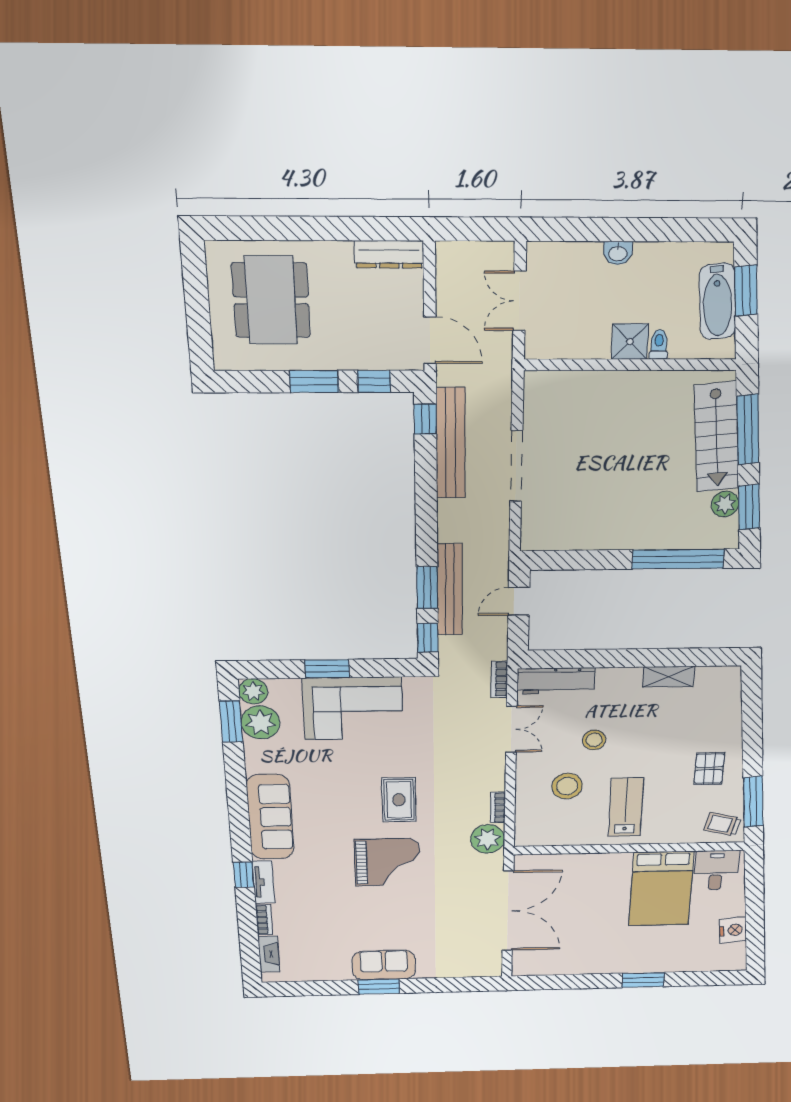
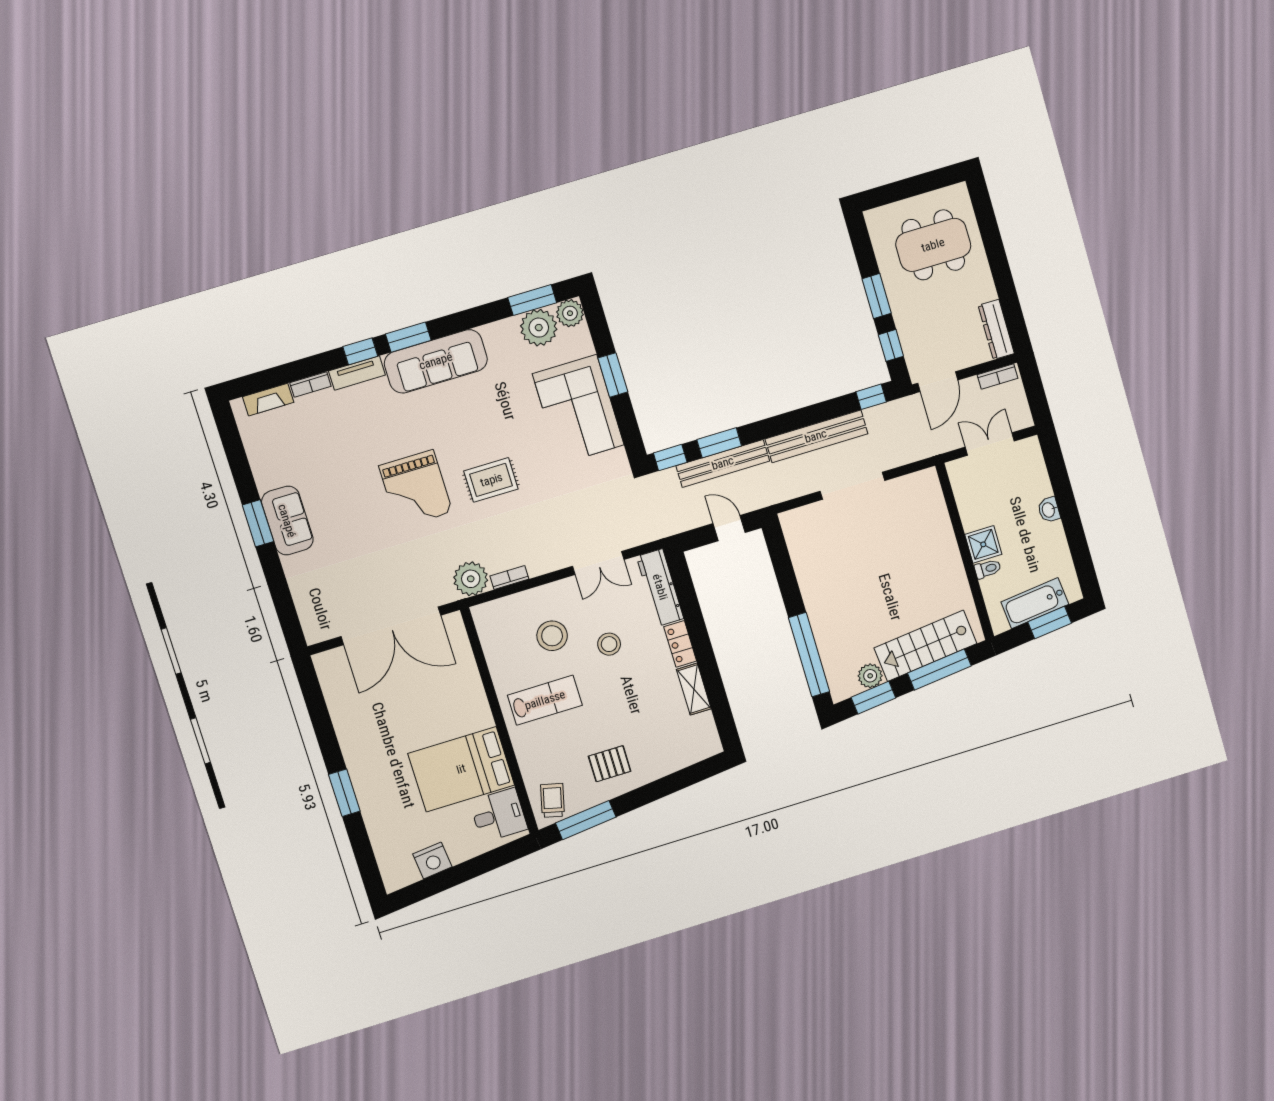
bench: (451, 443) -> (816, 436), moved
locker: (619, 677) -> (680, 644), added
bookcase: (499, 679) -> (998, 376), moved, turned 180
window: (240, 834) -> (408, 337), added

